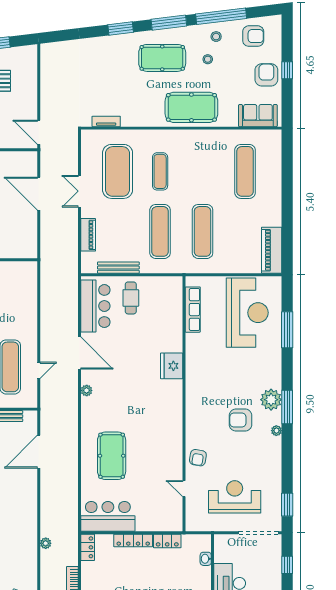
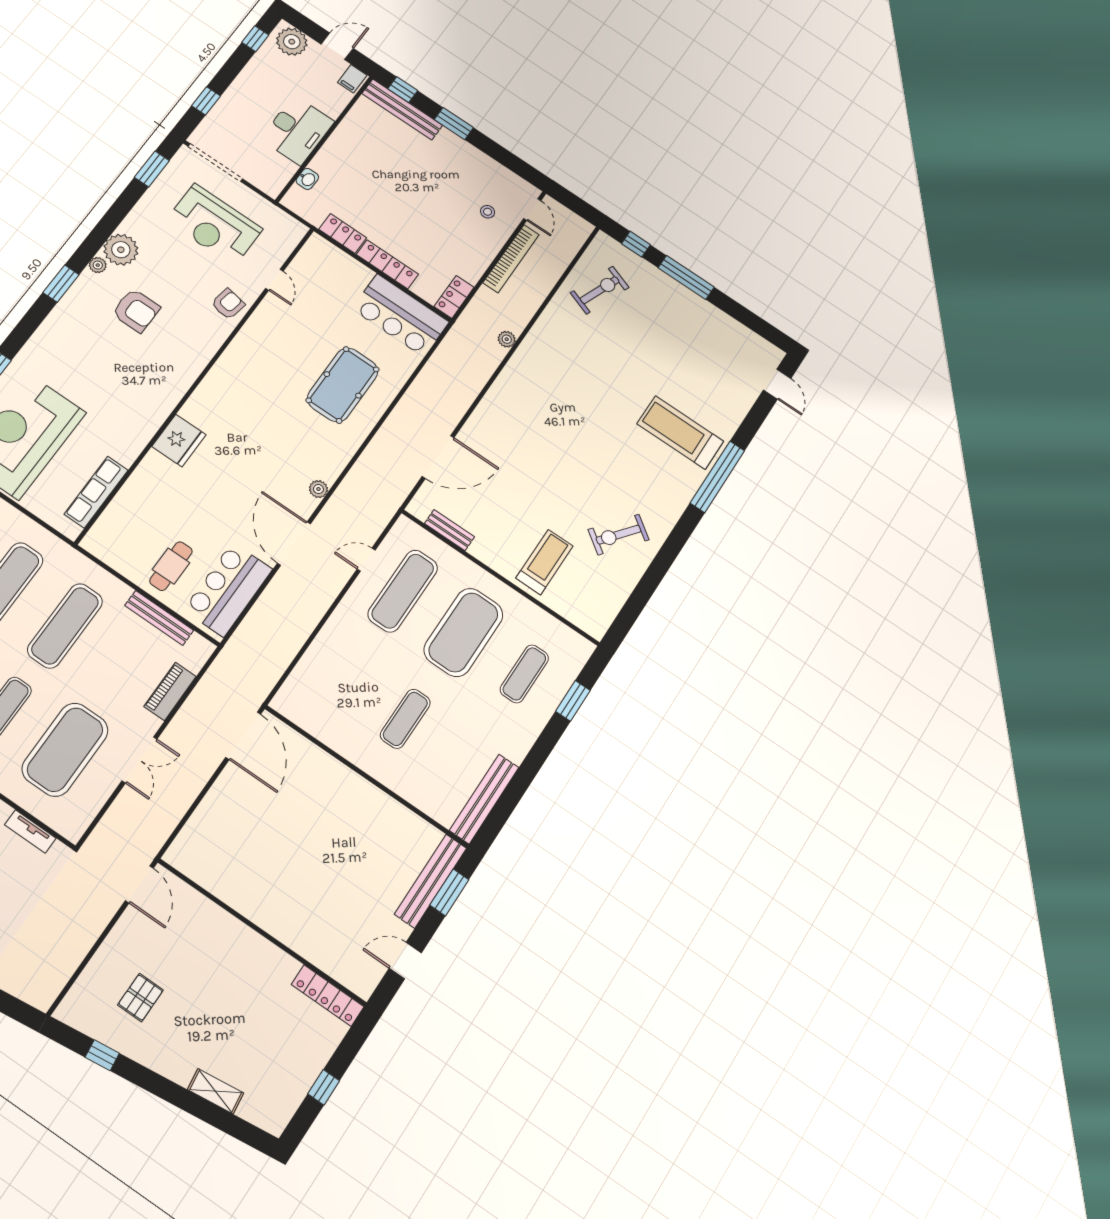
door: (39, 194) -> (243, 736), moved
plant: (271, 400) -> (121, 250), moved
window: (287, 407) -> (61, 284), width x0.69

